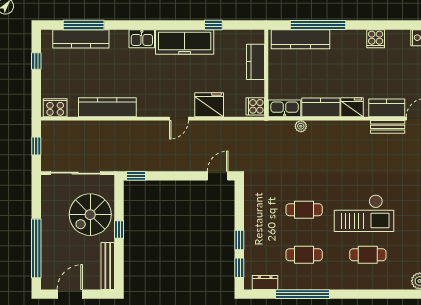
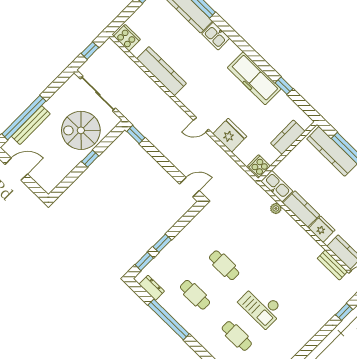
kitchen sink: (142, 39) -> (216, 36), moved
checkout: (364, 213) -> (261, 306), width x0.73, depth x0.83
bench: (108, 266) -> (31, 125), moved

